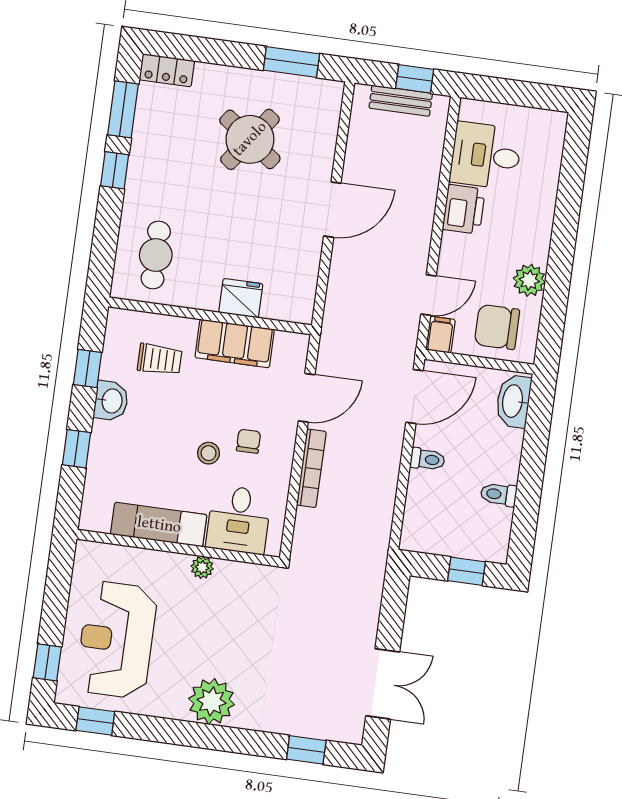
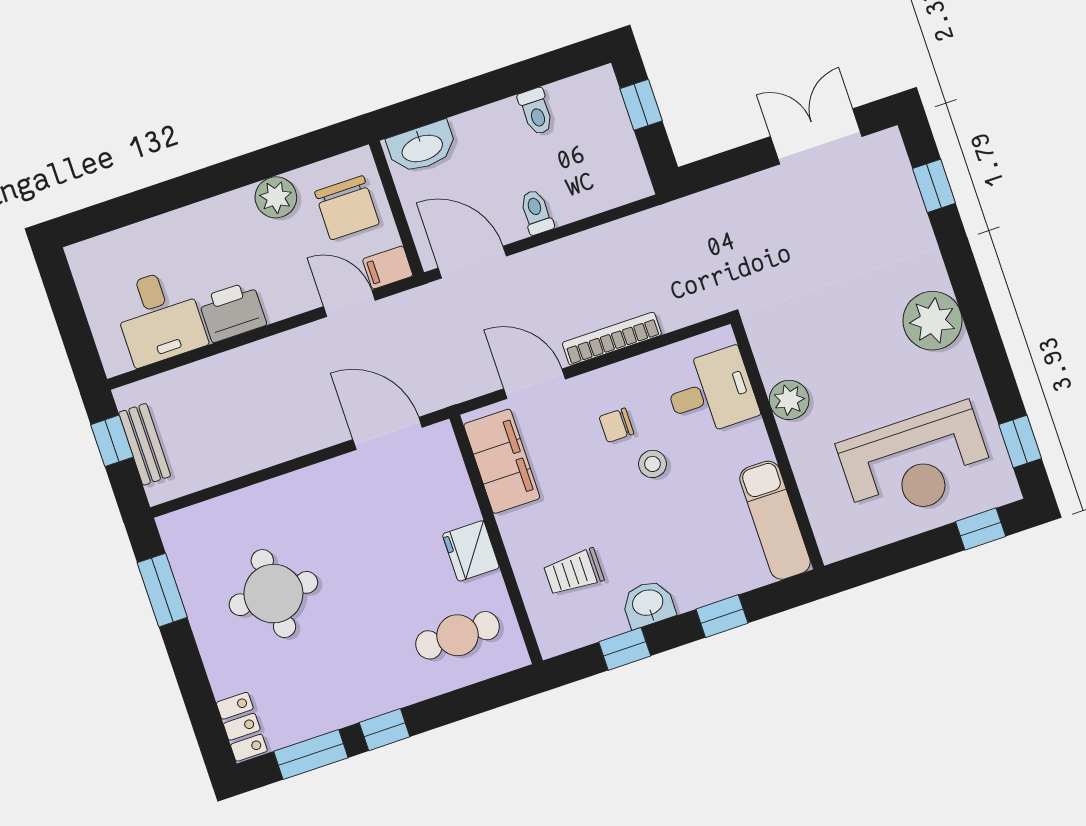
round table: (250, 139) -> (273, 594), turned -36
door: (332, 210) -> (388, 433), moved
fridge: (241, 298) -> (471, 551), moved
filing cabinet: (235, 343) -> (502, 461), moved
trolley: (160, 359) -> (574, 572), turned -90
exam couch: (159, 525) -> (775, 520), moved
plant: (202, 567) -> (789, 400), width x1.38, depth x1.38

